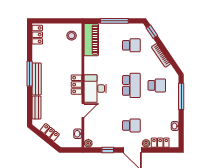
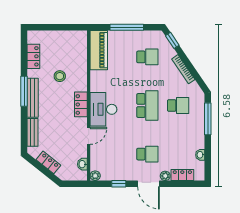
locker: (37, 35) -> (33, 56), moved
stool: (72, 36) -> (60, 76), moved

